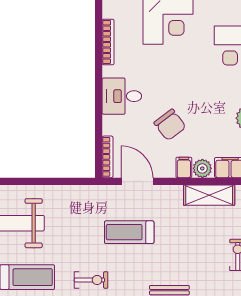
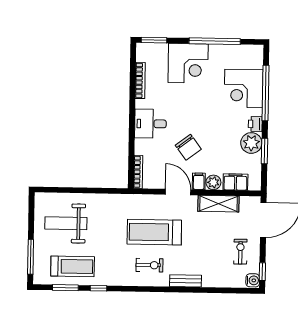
door: (137, 181) -> (178, 192), moved
treadmill: (129, 232) -> (154, 232), width x1.37, depth x1.38
exercise bike: (91, 280) -> (149, 265), moved

